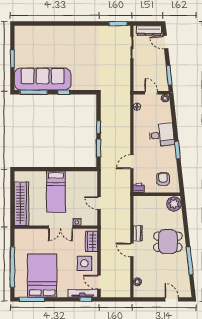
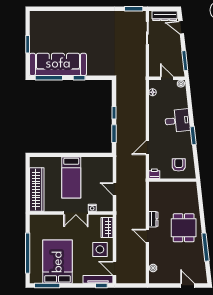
plant: (174, 204) -> (190, 190), removed
dining table: (168, 242) -> (184, 228), turned 90

